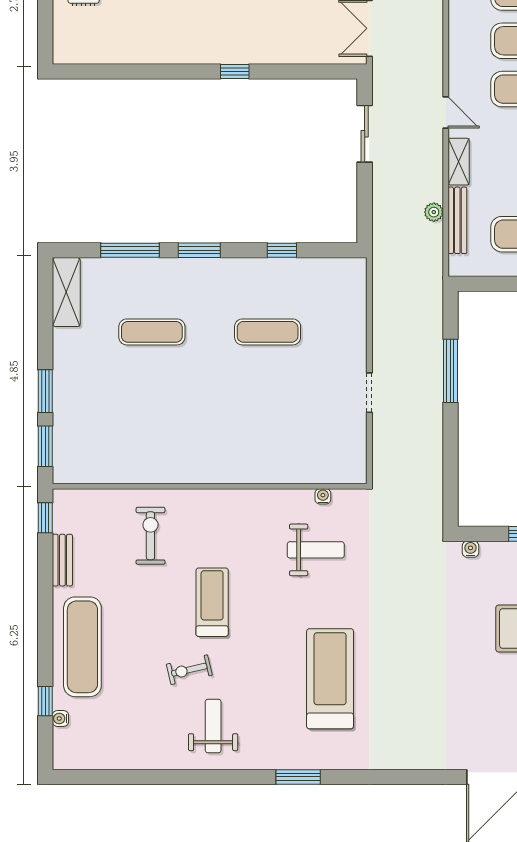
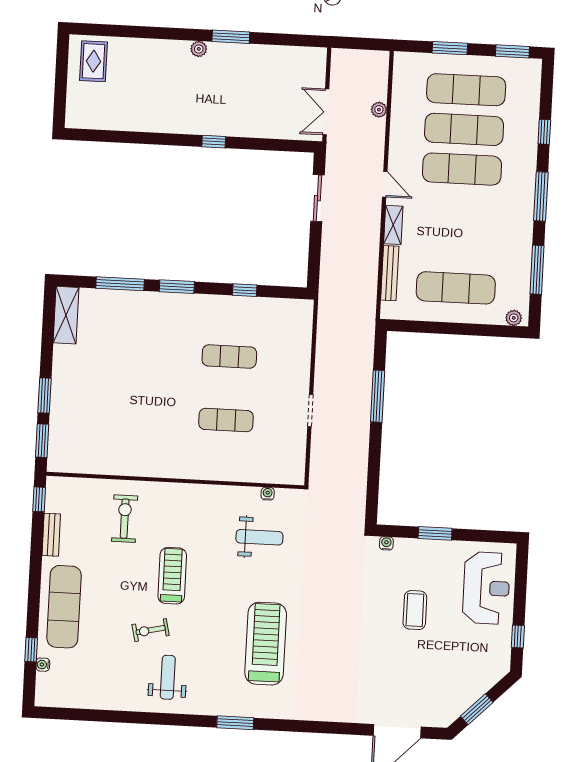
plant: (434, 212) -> (379, 110), moved
exercise mat: (152, 332) -> (226, 420), moved

